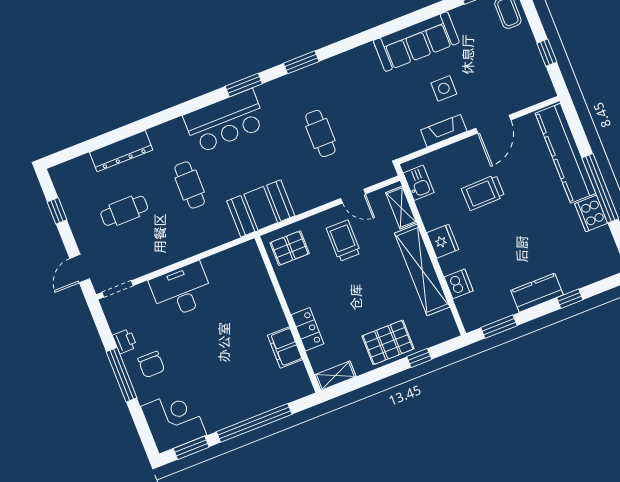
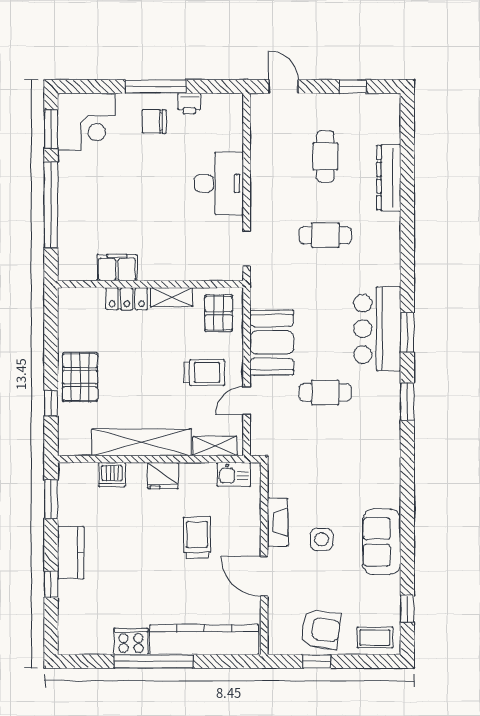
sofa: (416, 42) -> (382, 542), width x0.73
armchair: (519, 60) -> (321, 629), added
bar counter: (225, 121) -> (377, 329), moved
booth: (261, 208) -> (272, 342), moved
doorway: (118, 289) -> (247, 249), moved
shelving: (335, 376) -> (172, 297), moved, turned 90

